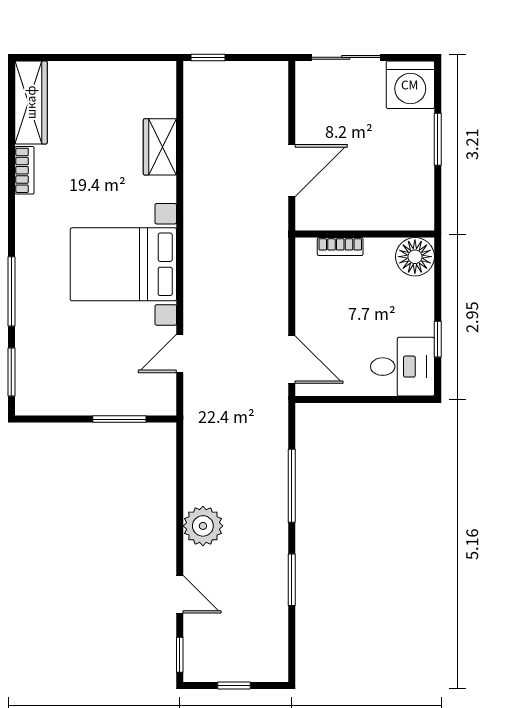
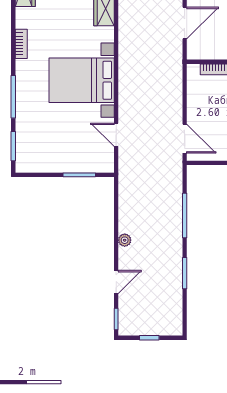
bookcase: (24, 170) -> (21, 44), moved
door: (180, 354) -> (116, 135), hinge flipped
plant: (203, 526) -> (125, 240), width x0.53, depth x0.53
door: (180, 594) -> (116, 282), hinge flipped

